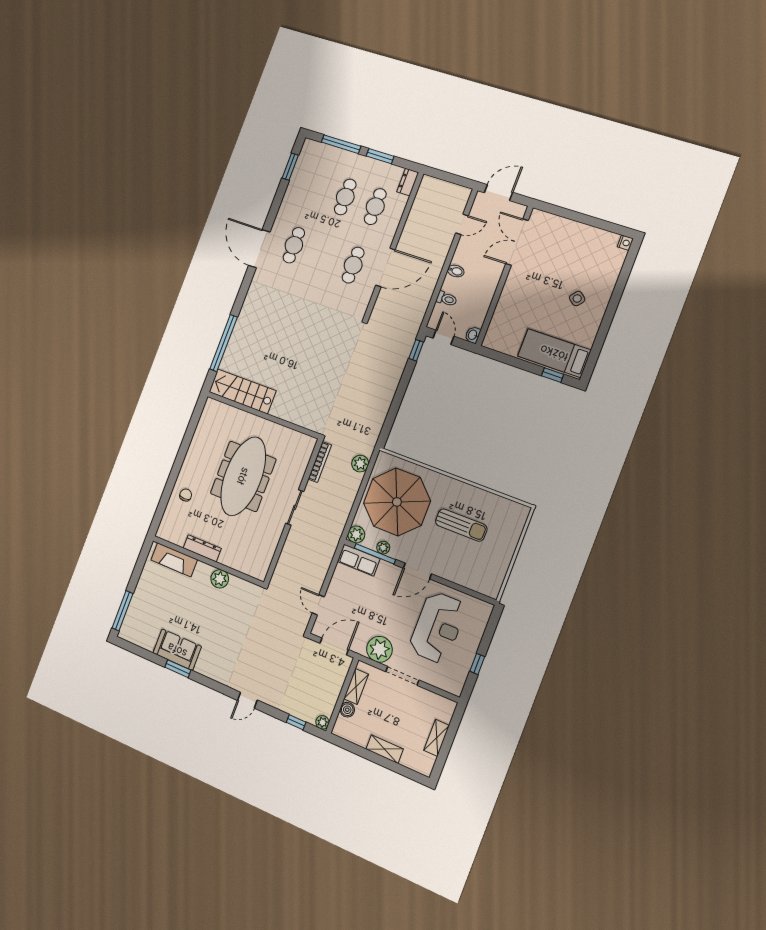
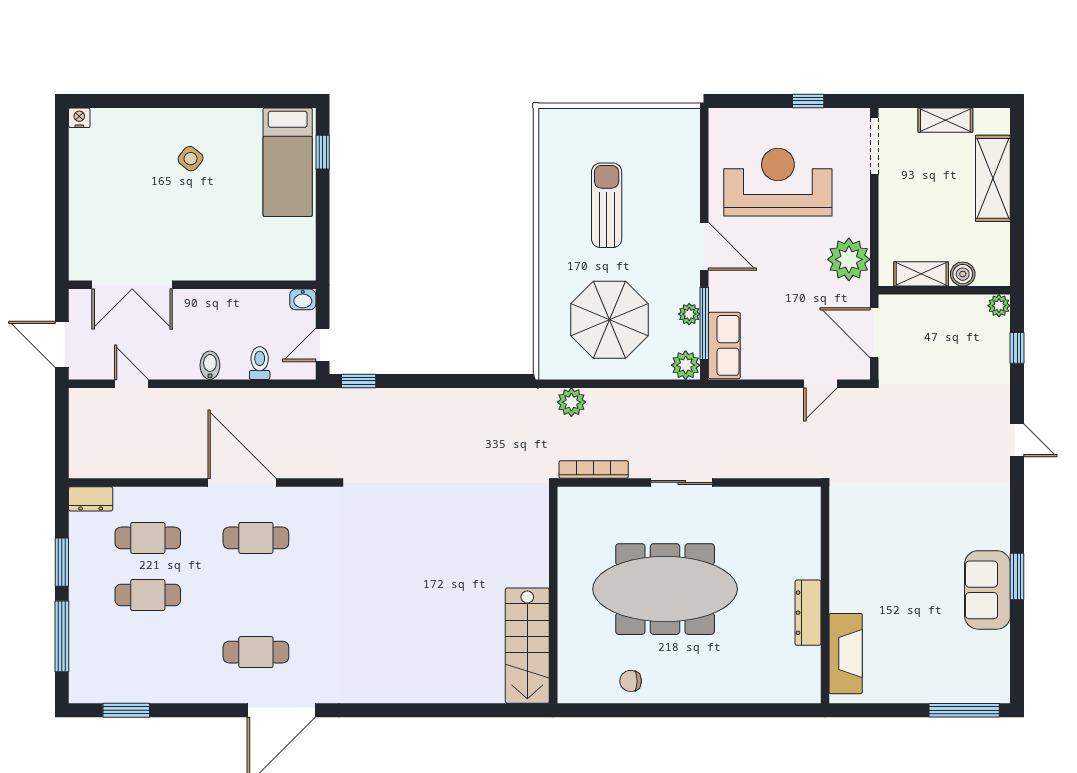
window: (224, 343) -> (459, 710), removed
chair: (186, 495) -> (631, 681), moved
parasol: (397, 502) -> (609, 320), width x0.73, depth x0.73
plant: (220, 579) -> (845, 563), removed
doorway: (402, 676) -> (874, 146), moved
shelving: (385, 749) -> (993, 178), width x1.50, depth x1.33

